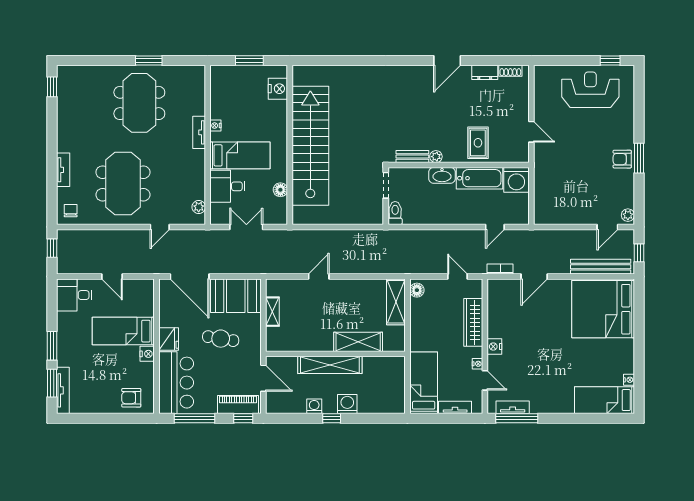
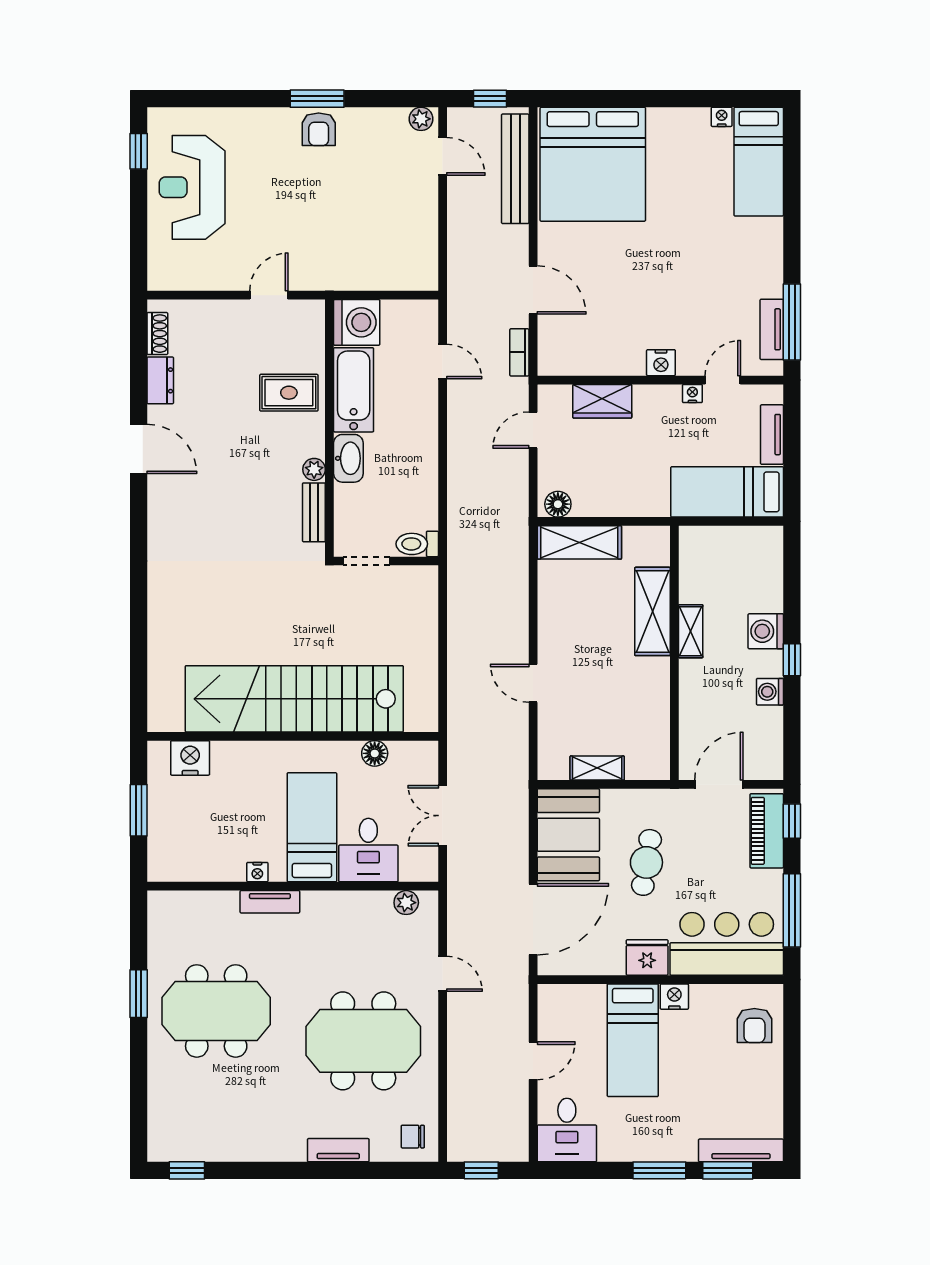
wardrobe: (473, 322) -> (602, 401), width x0.67
shelving: (330, 365) -> (691, 631), width x0.45, depth x0.75

